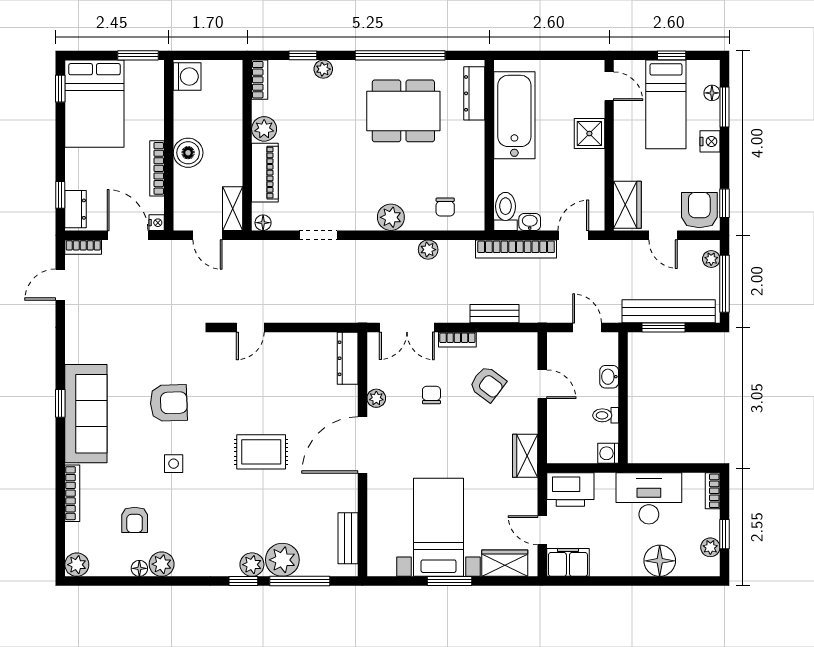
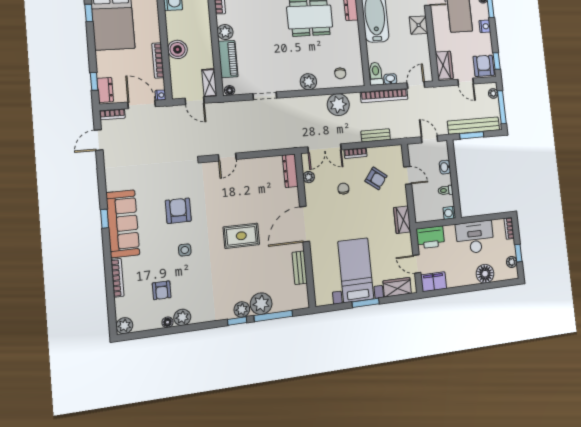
plant: (428, 250) -> (338, 105), width x1.87, depth x1.87
plant: (376, 398) -> (309, 177), moved
armchair: (169, 403) -> (178, 211), turned -88
bench: (348, 538) -> (300, 268), moved

